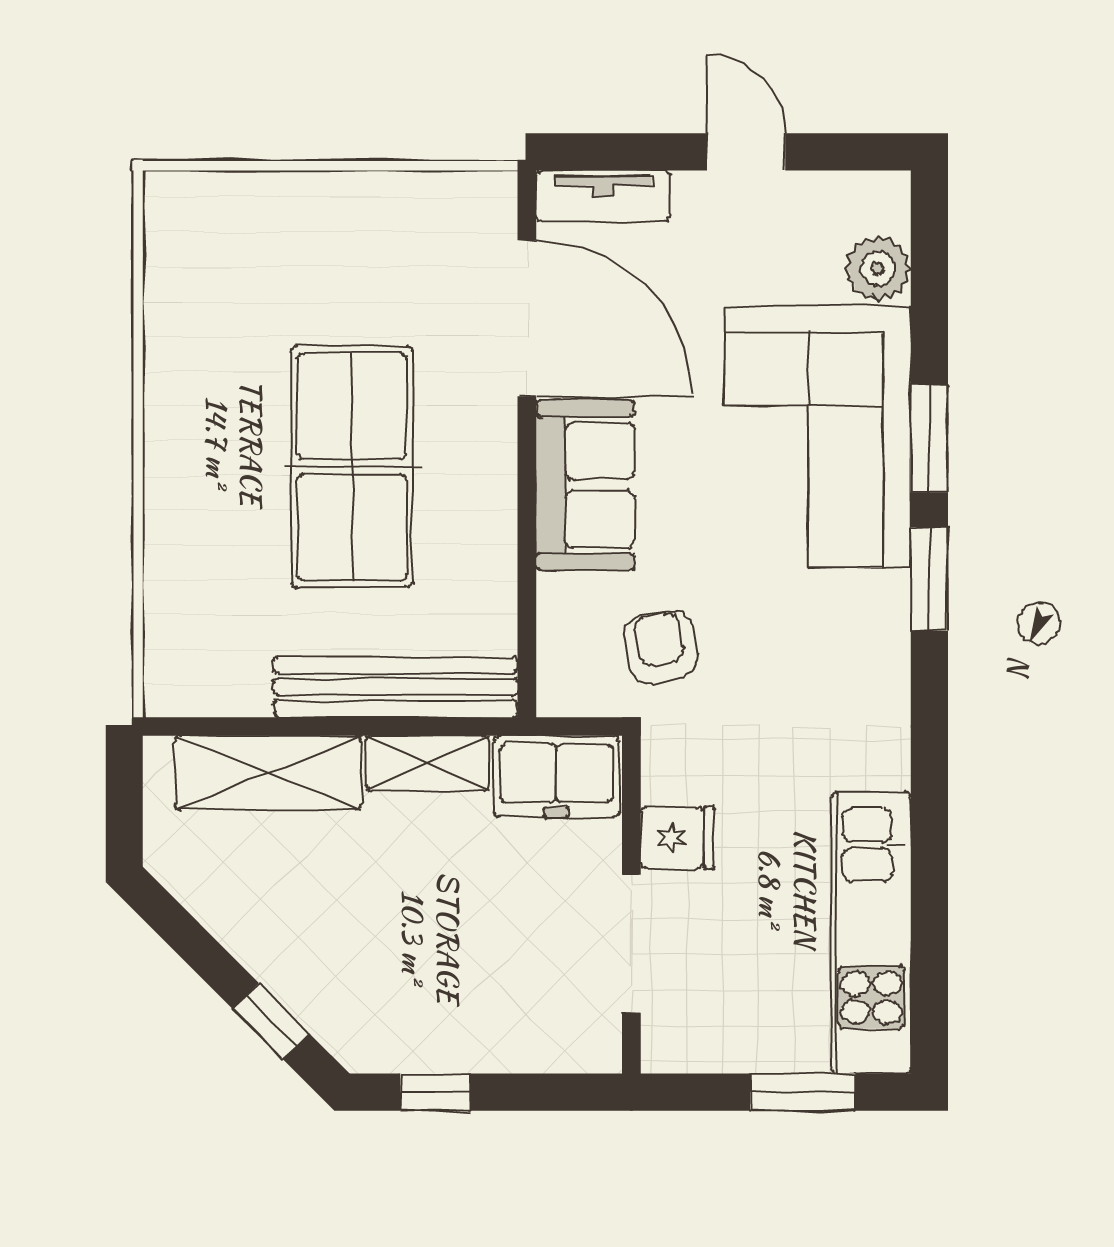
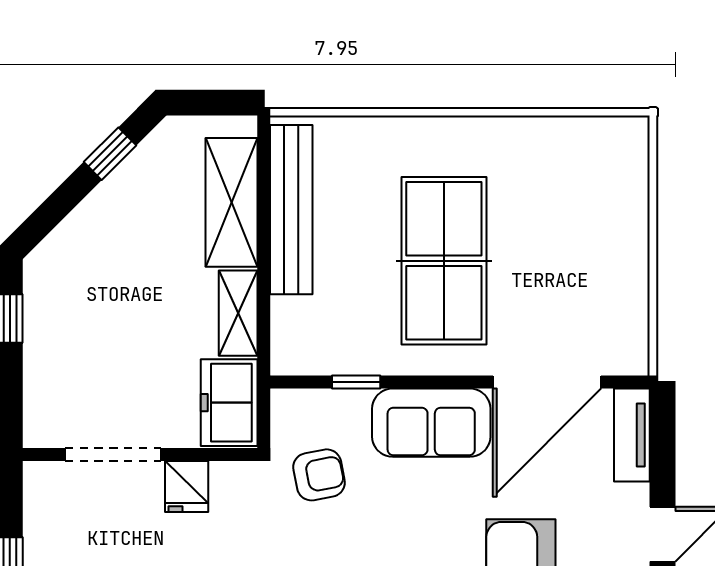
table tennis table: (352, 467) -> (444, 261), turned 90
window: (527, 593) -> (356, 382), added
bench: (395, 687) -> (291, 210), moved
window: (271, 1021) -> (110, 154), moved

